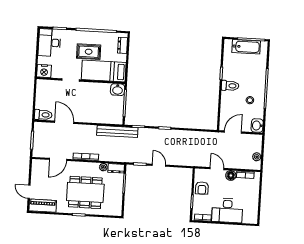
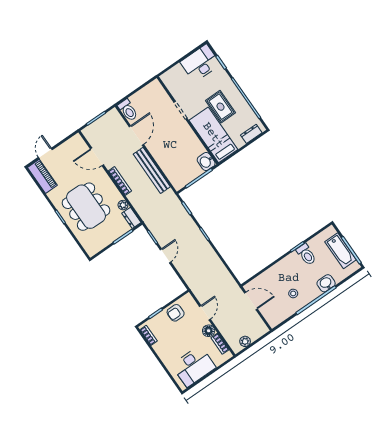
nightstand: (44, 71) -> (170, 79), removed
toilet: (230, 86) -> (306, 254), moved
washbasin: (257, 126) -> (326, 283), moved
bench: (117, 131) -> (152, 170), moved
desk: (227, 210) -> (194, 366), moved, turned -90

